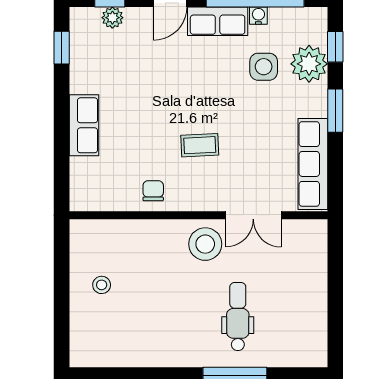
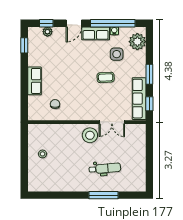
window: (335, 47) -> (149, 104), moved
plant: (309, 64) -> (137, 42), moved
coffee table: (200, 145) -> (106, 77), moved
chair: (153, 191) -> (55, 104), moved
dental chair: (238, 317) -> (105, 168), turned 85

